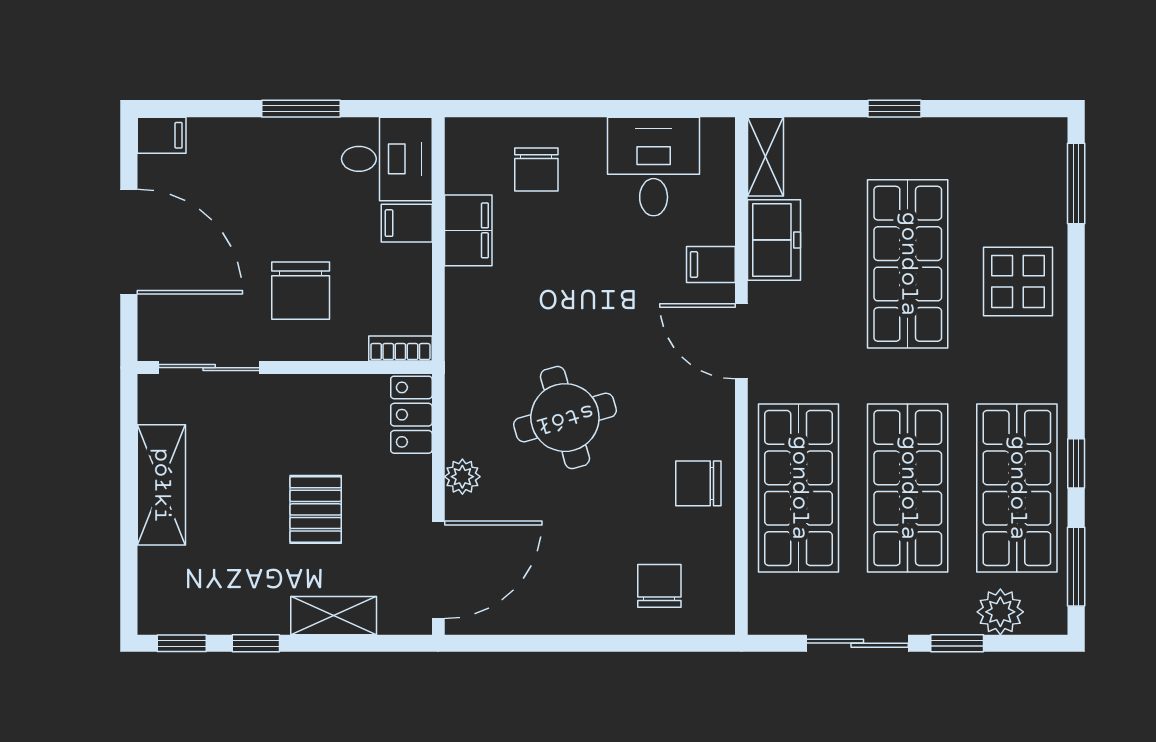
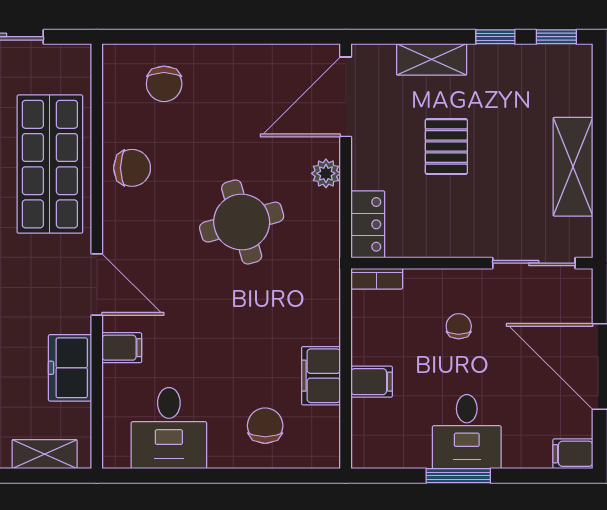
shelving: (766, 157) -> (45, 454), moved, turned 90
desk: (387, 159) -> (467, 432), moved, turned -90
chair: (301, 291) -> (459, 326), width x0.54, depth x0.54

